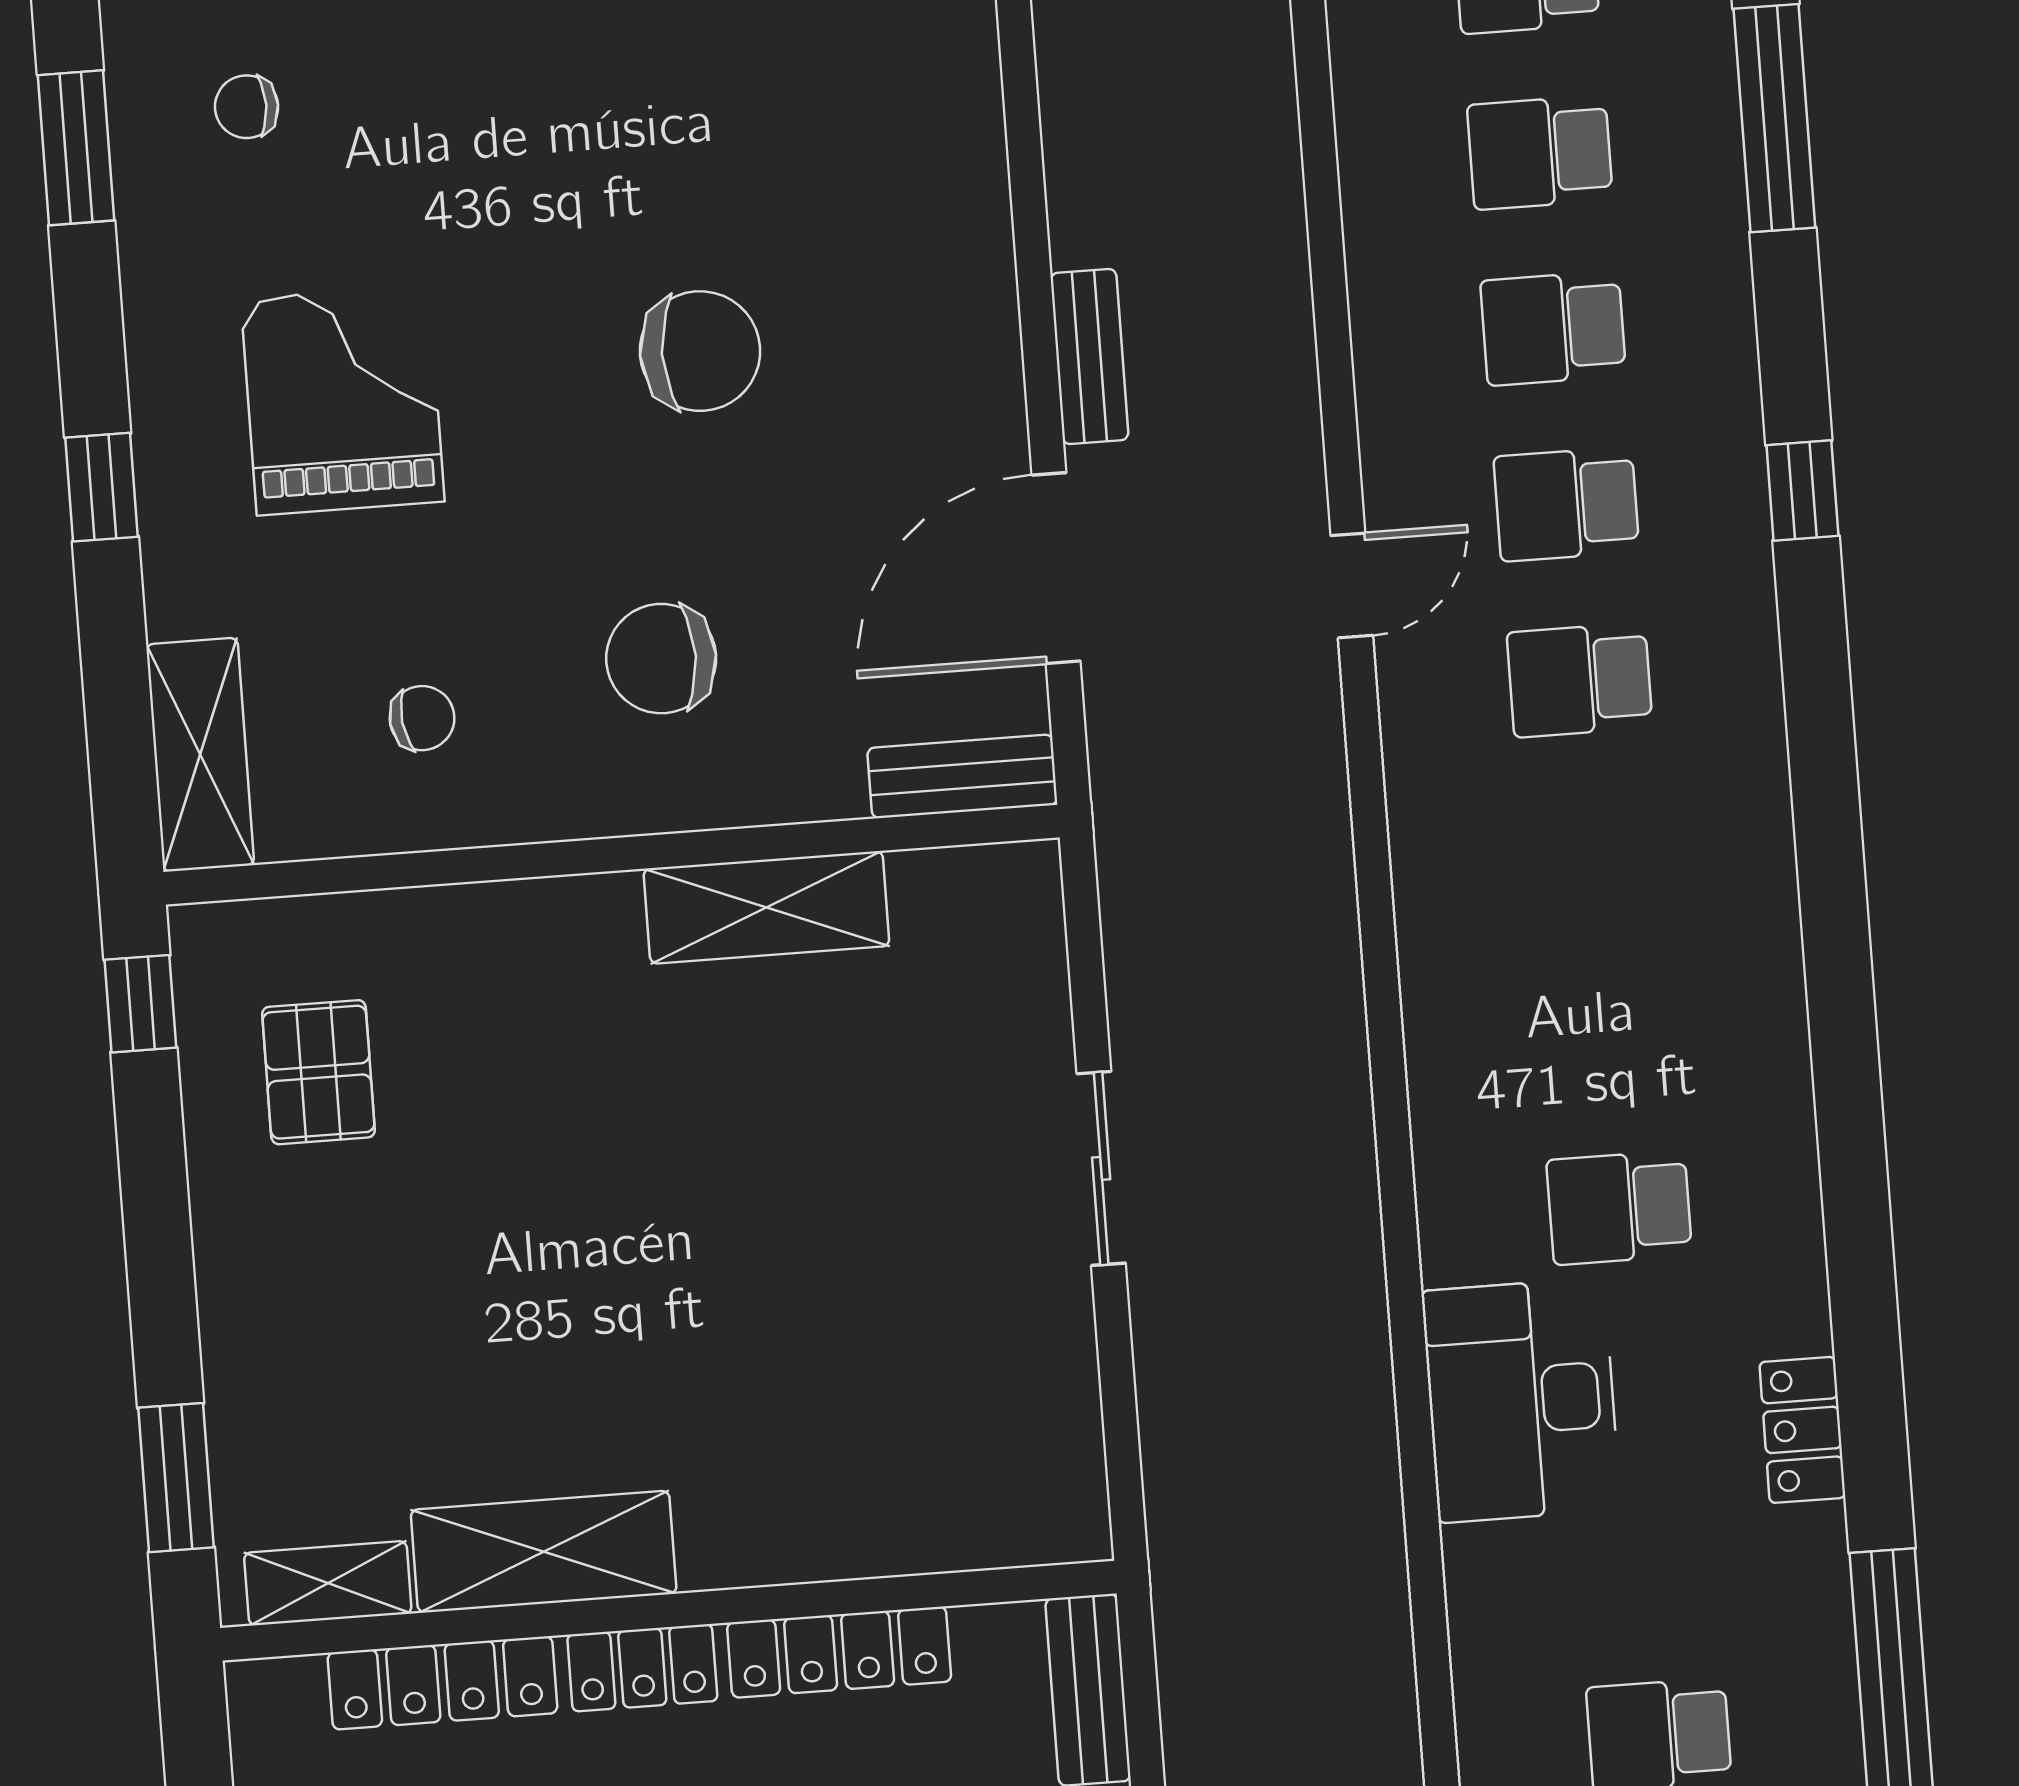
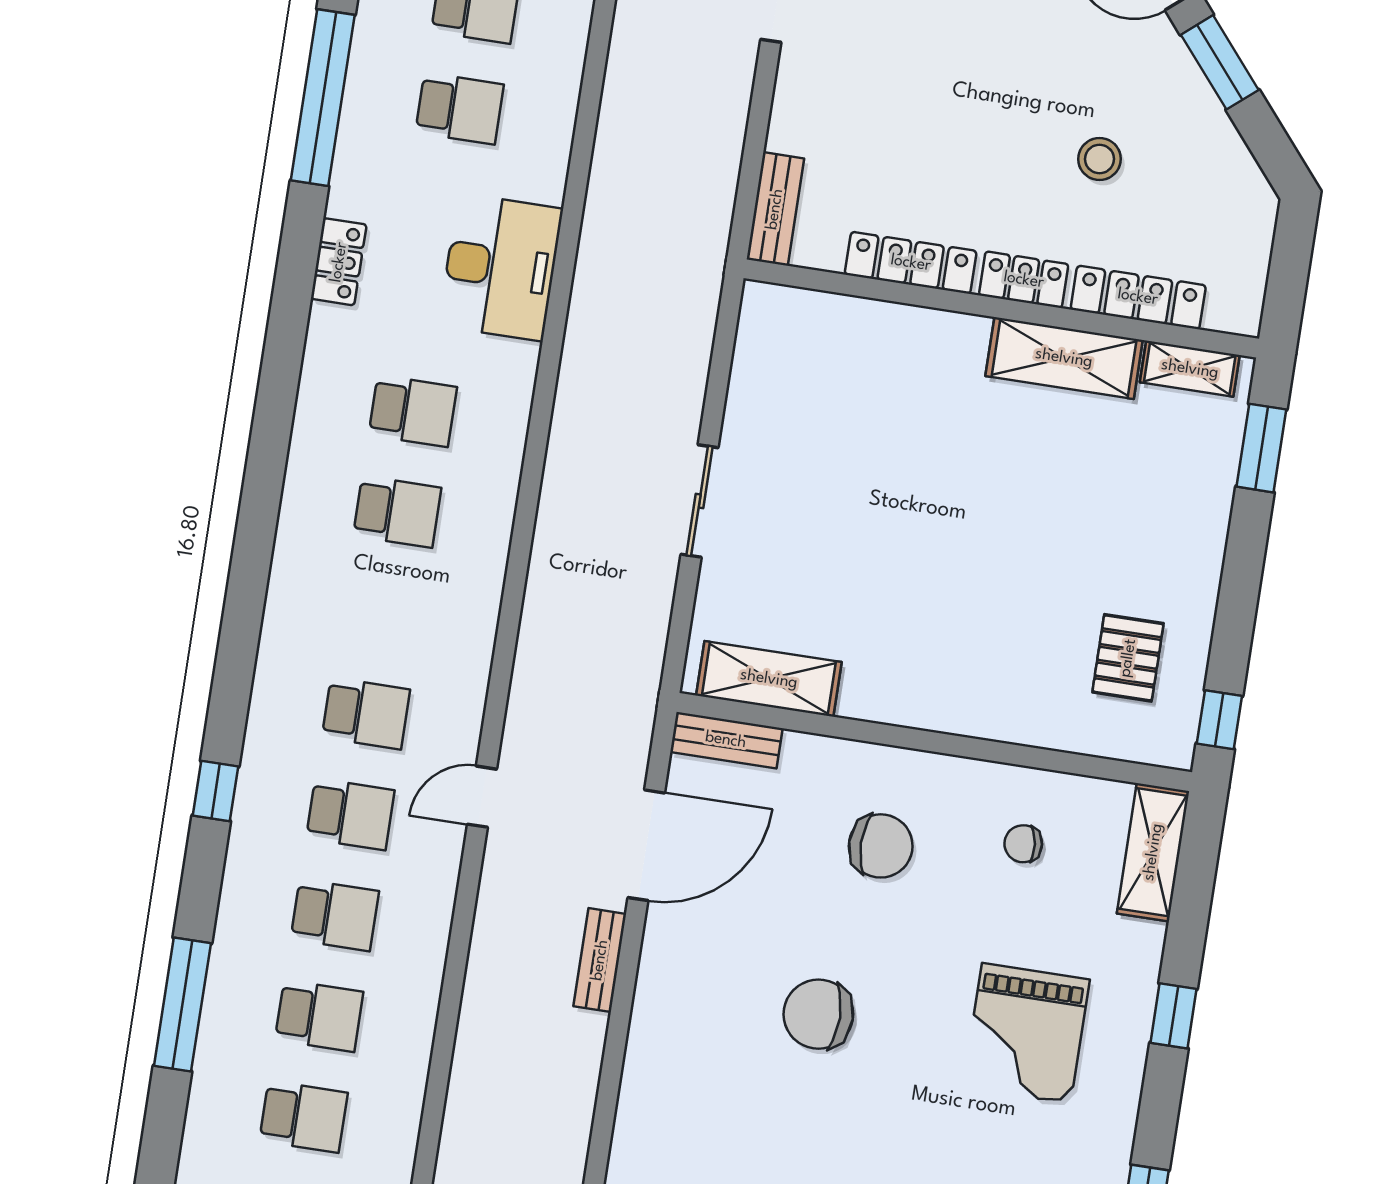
shelving: (766, 907) -> (769, 679), moved
school desk: (1606, 1032) -> (397, 512), added
desk: (1521, 1400) -> (501, 267), moved

